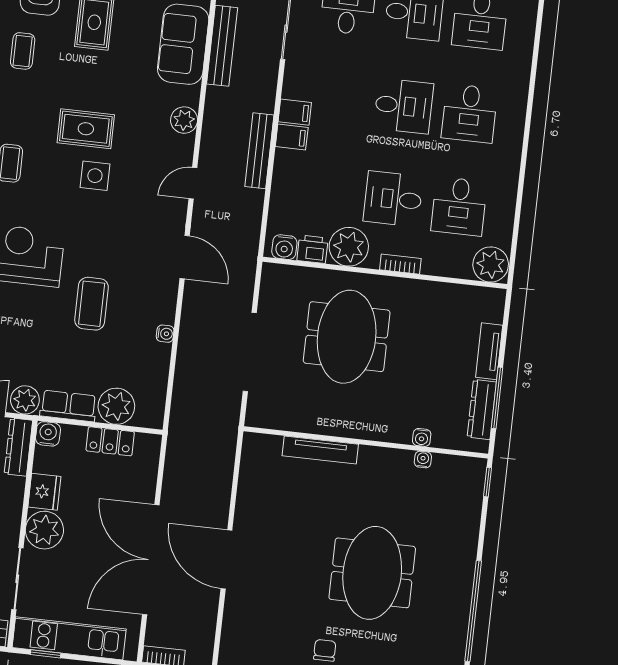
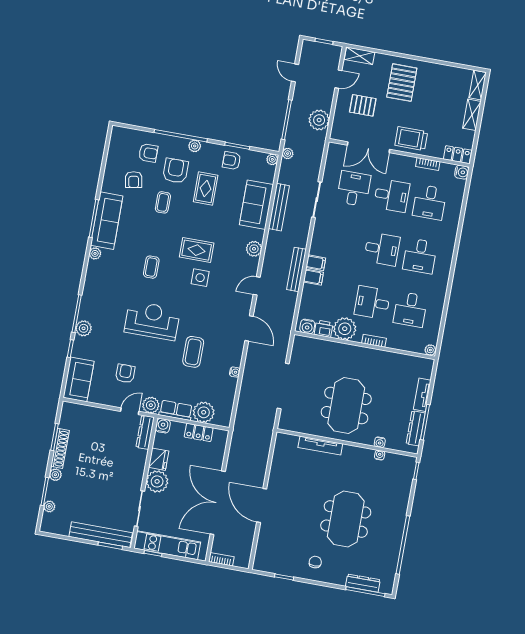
filing cabinet: (295, 112) -> (313, 277), moved
plant: (491, 264) -> (430, 350), width x0.53, depth x0.53
meeting table: (347, 337) -> (346, 406), moved

